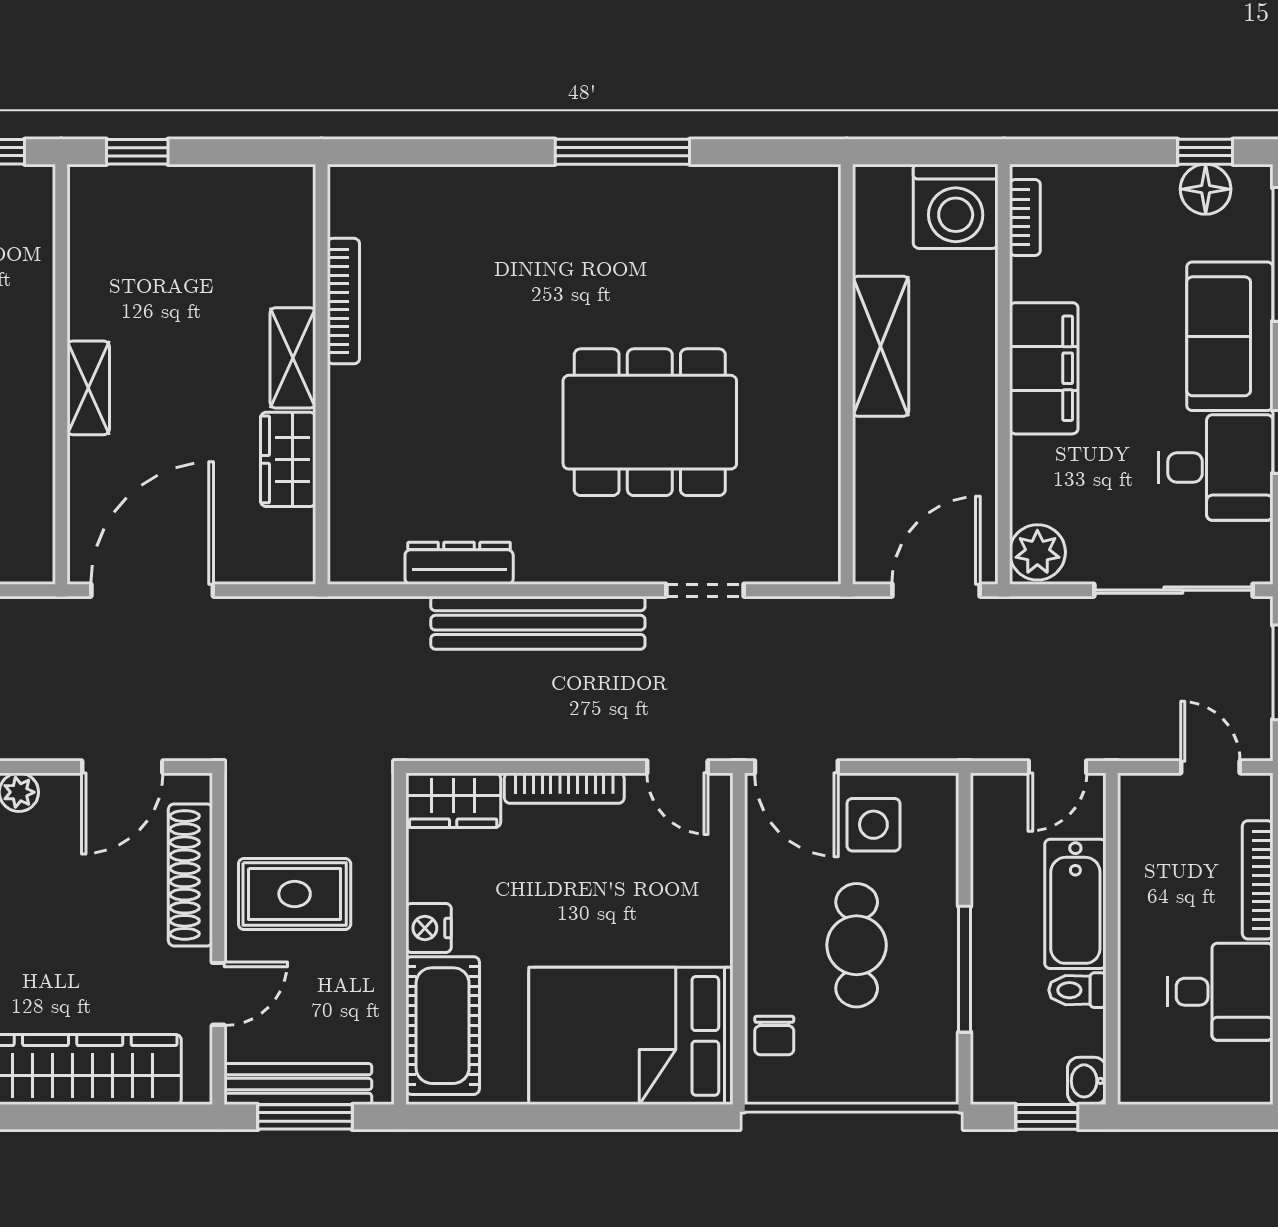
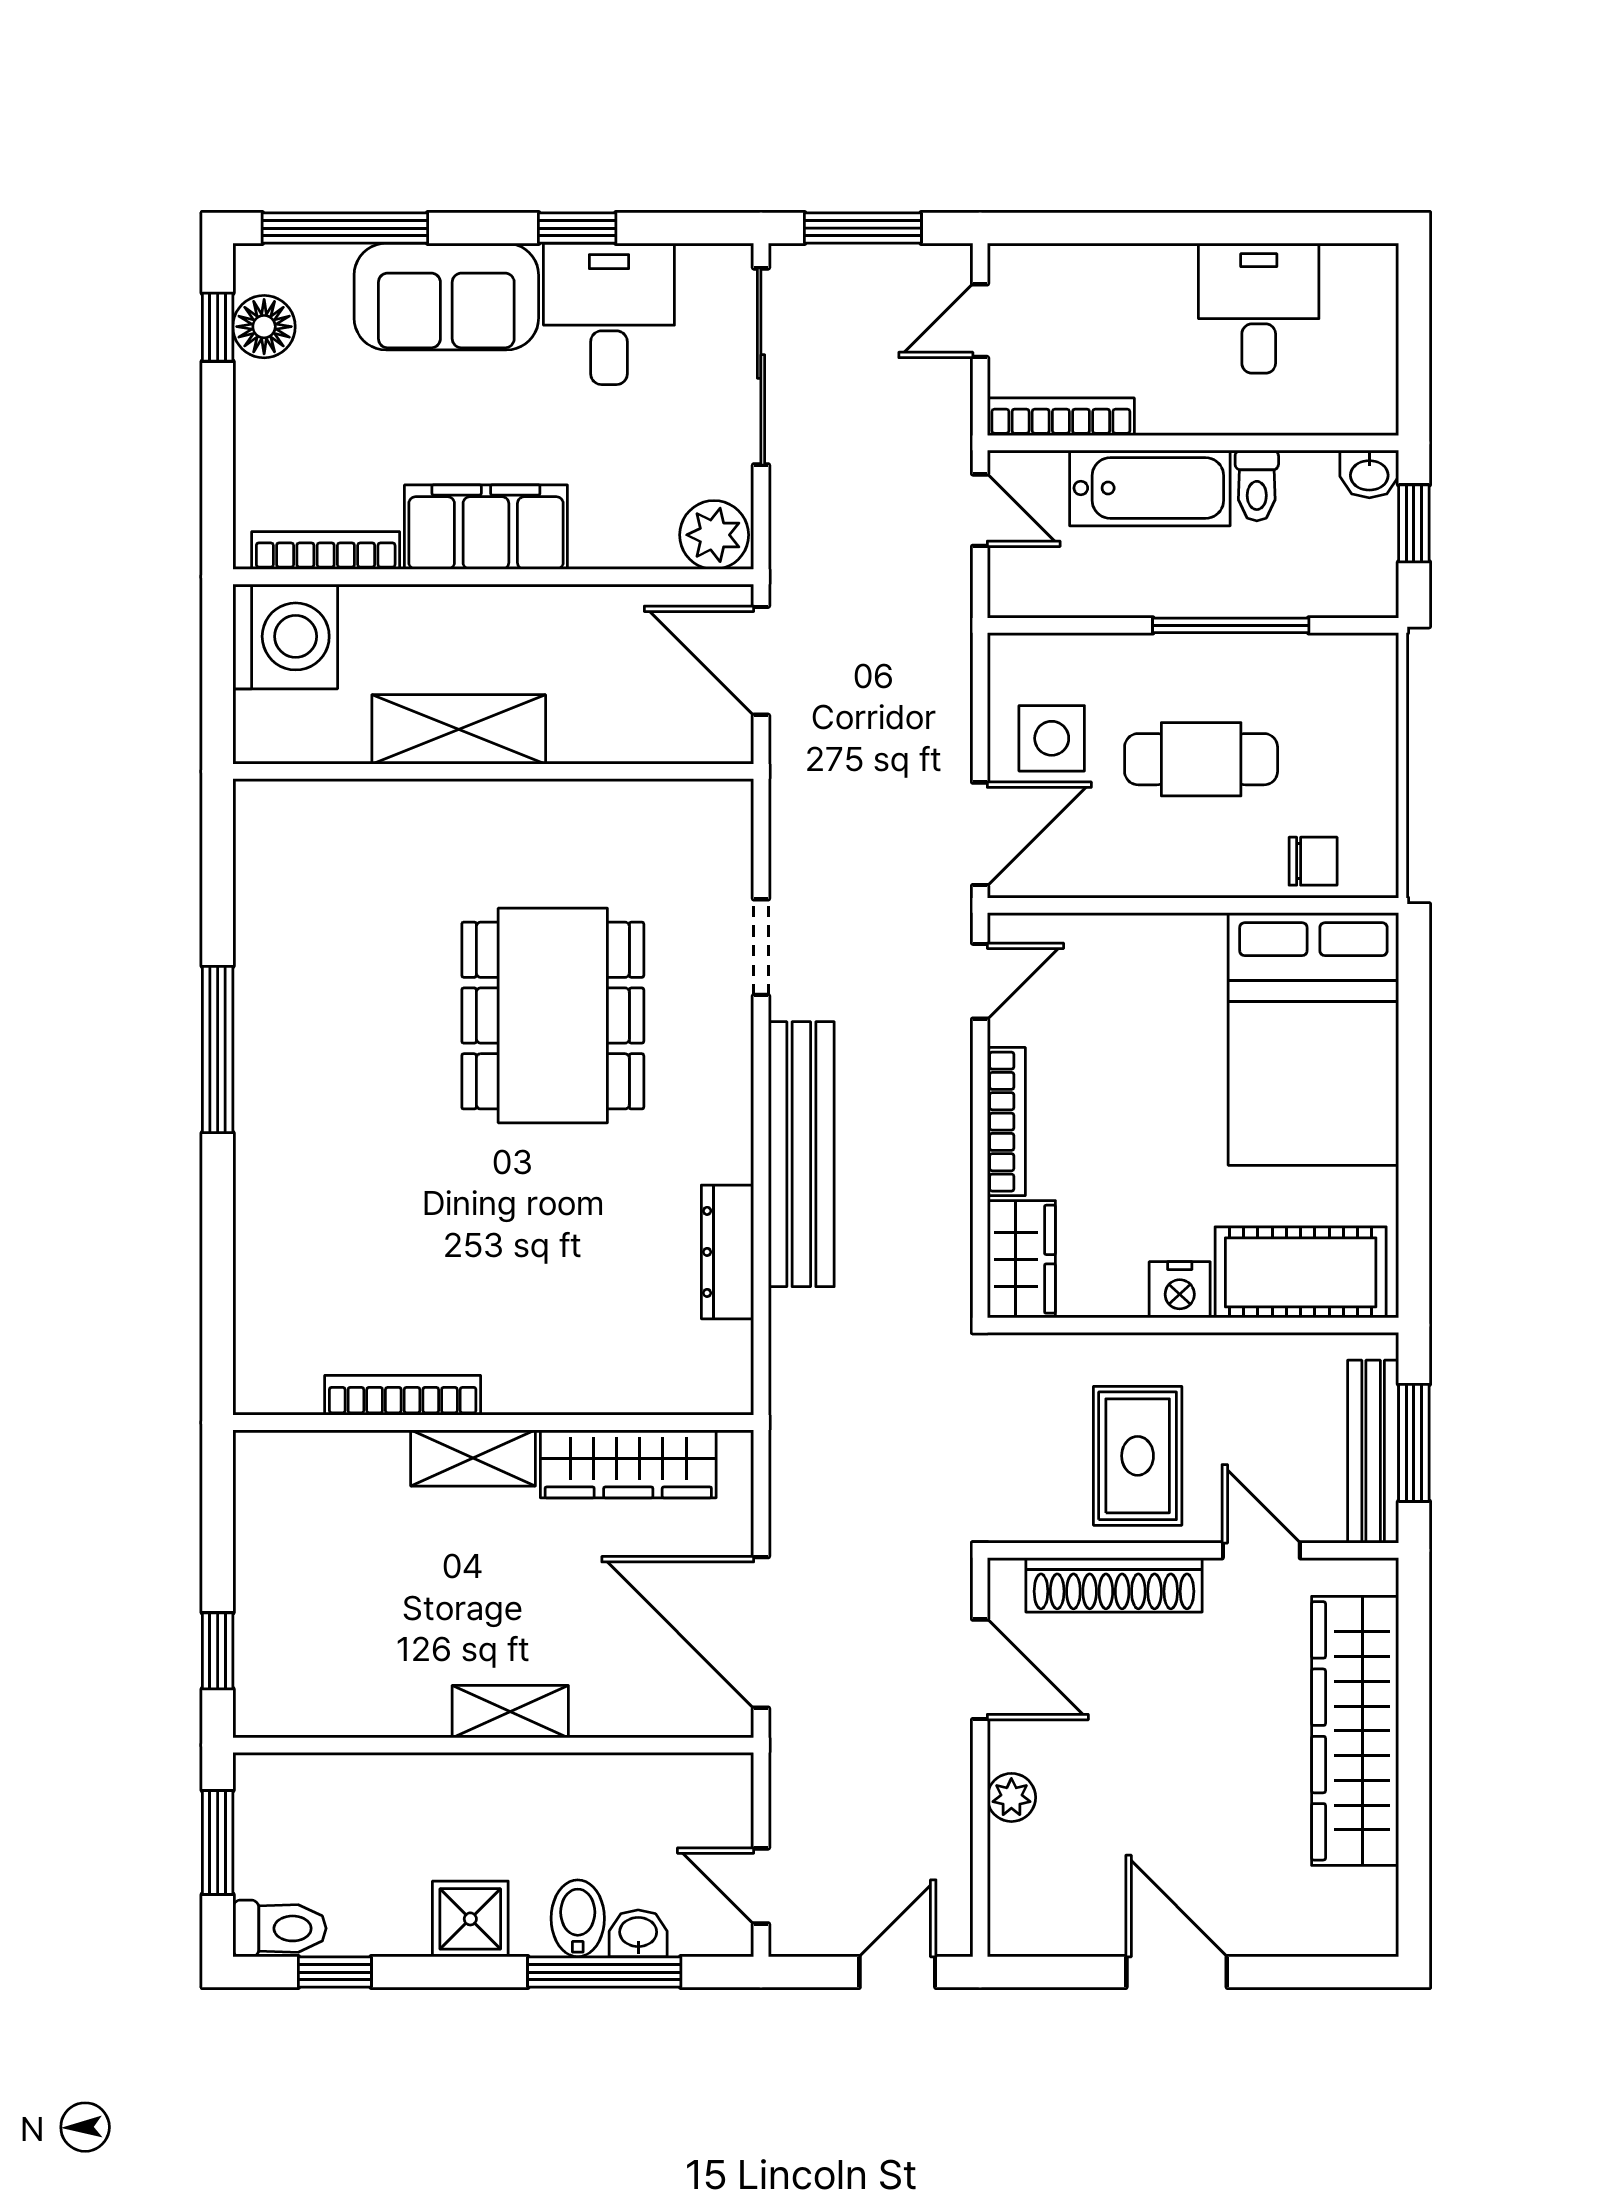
bookcase: (1025, 217) -> (326, 550), width x1.56
wardrobe: (288, 459) -> (628, 1464), width x1.50
bookcase: (1258, 880) -> (1061, 417), moved, turned 180

